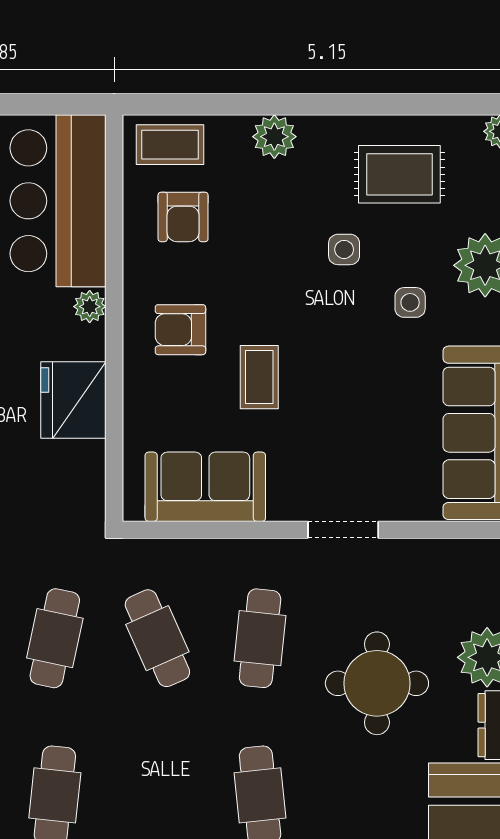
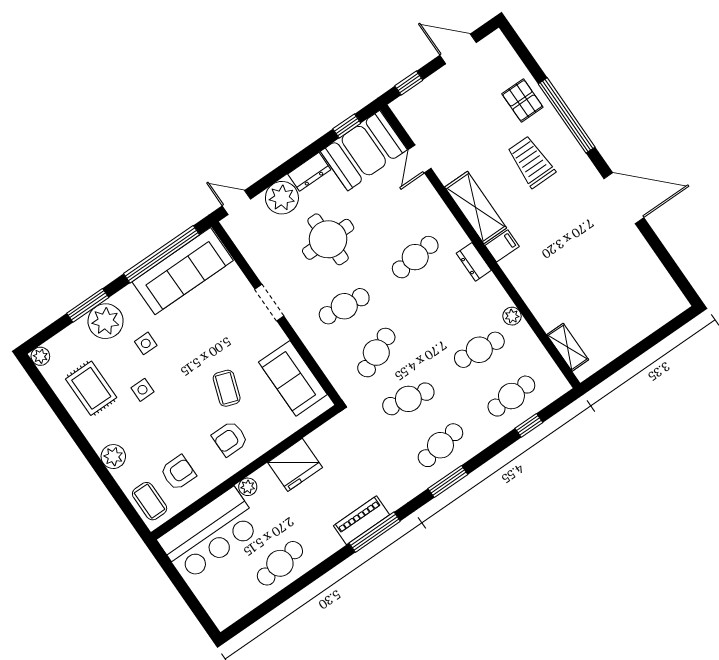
armchair: (180, 330) -> (230, 439), turned 90
coffee table: (259, 377) -> (227, 388), turned -71

